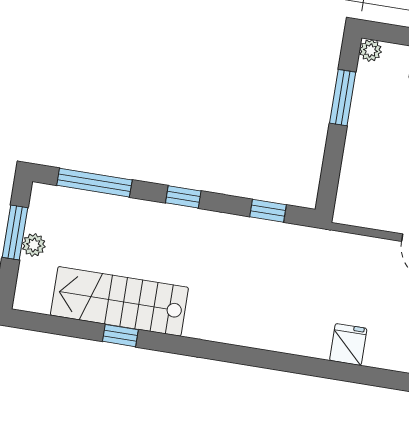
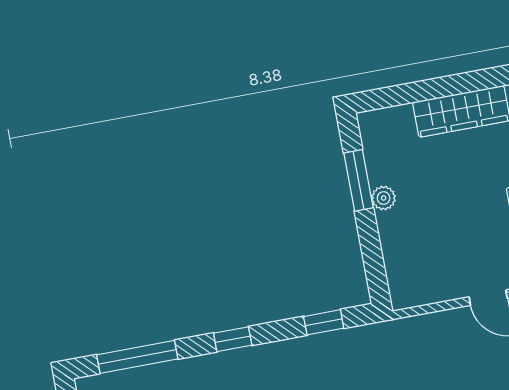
plant: (370, 50) -> (384, 198), moved

